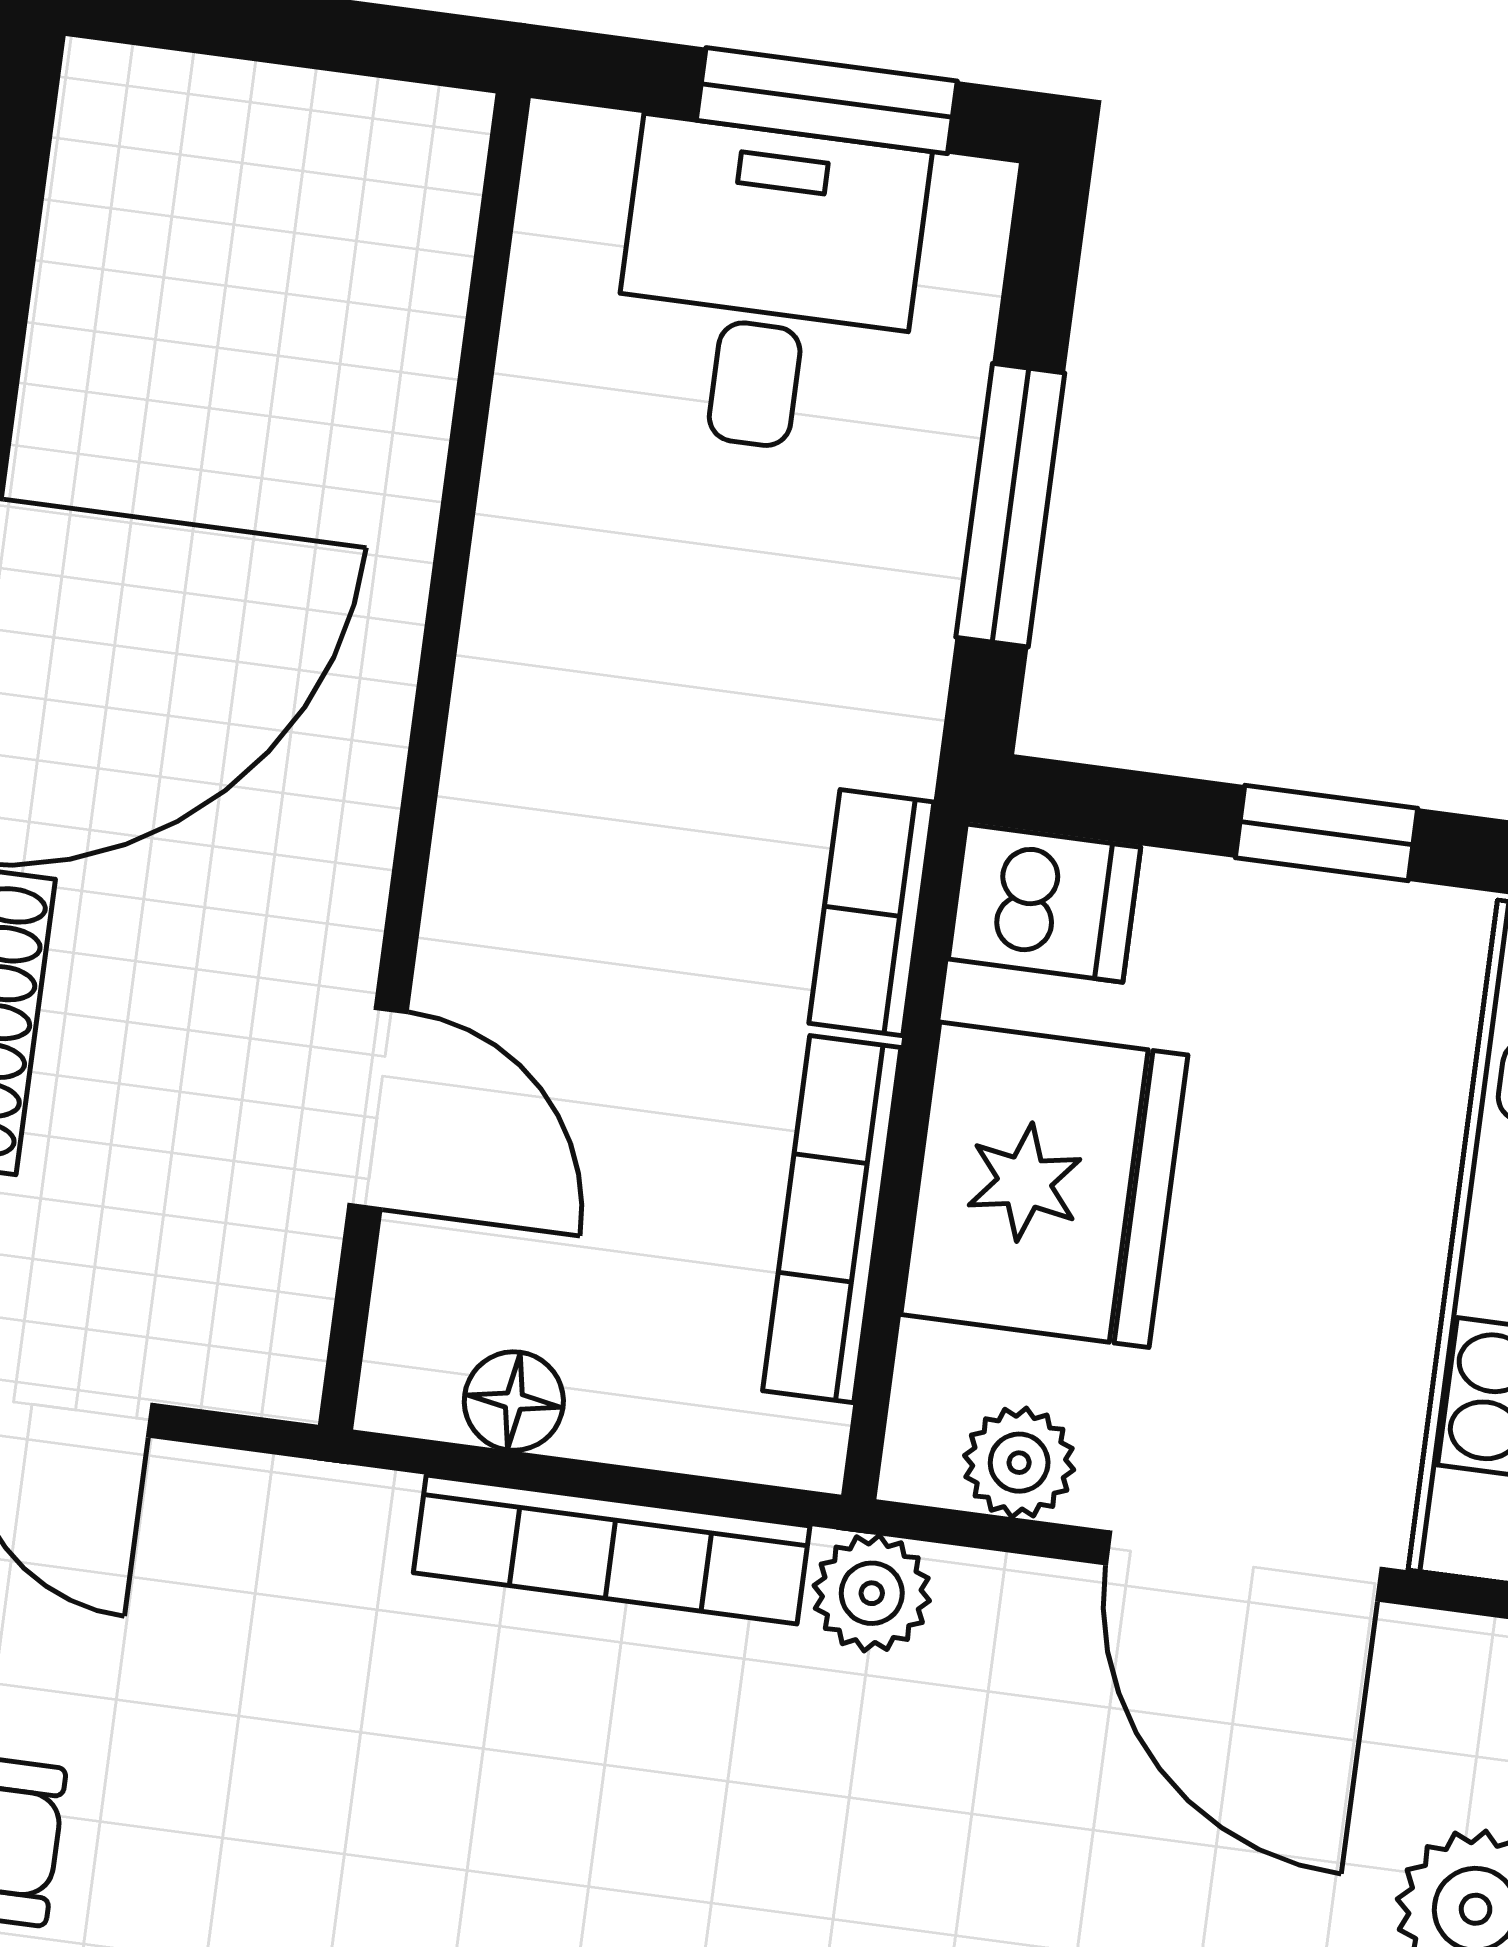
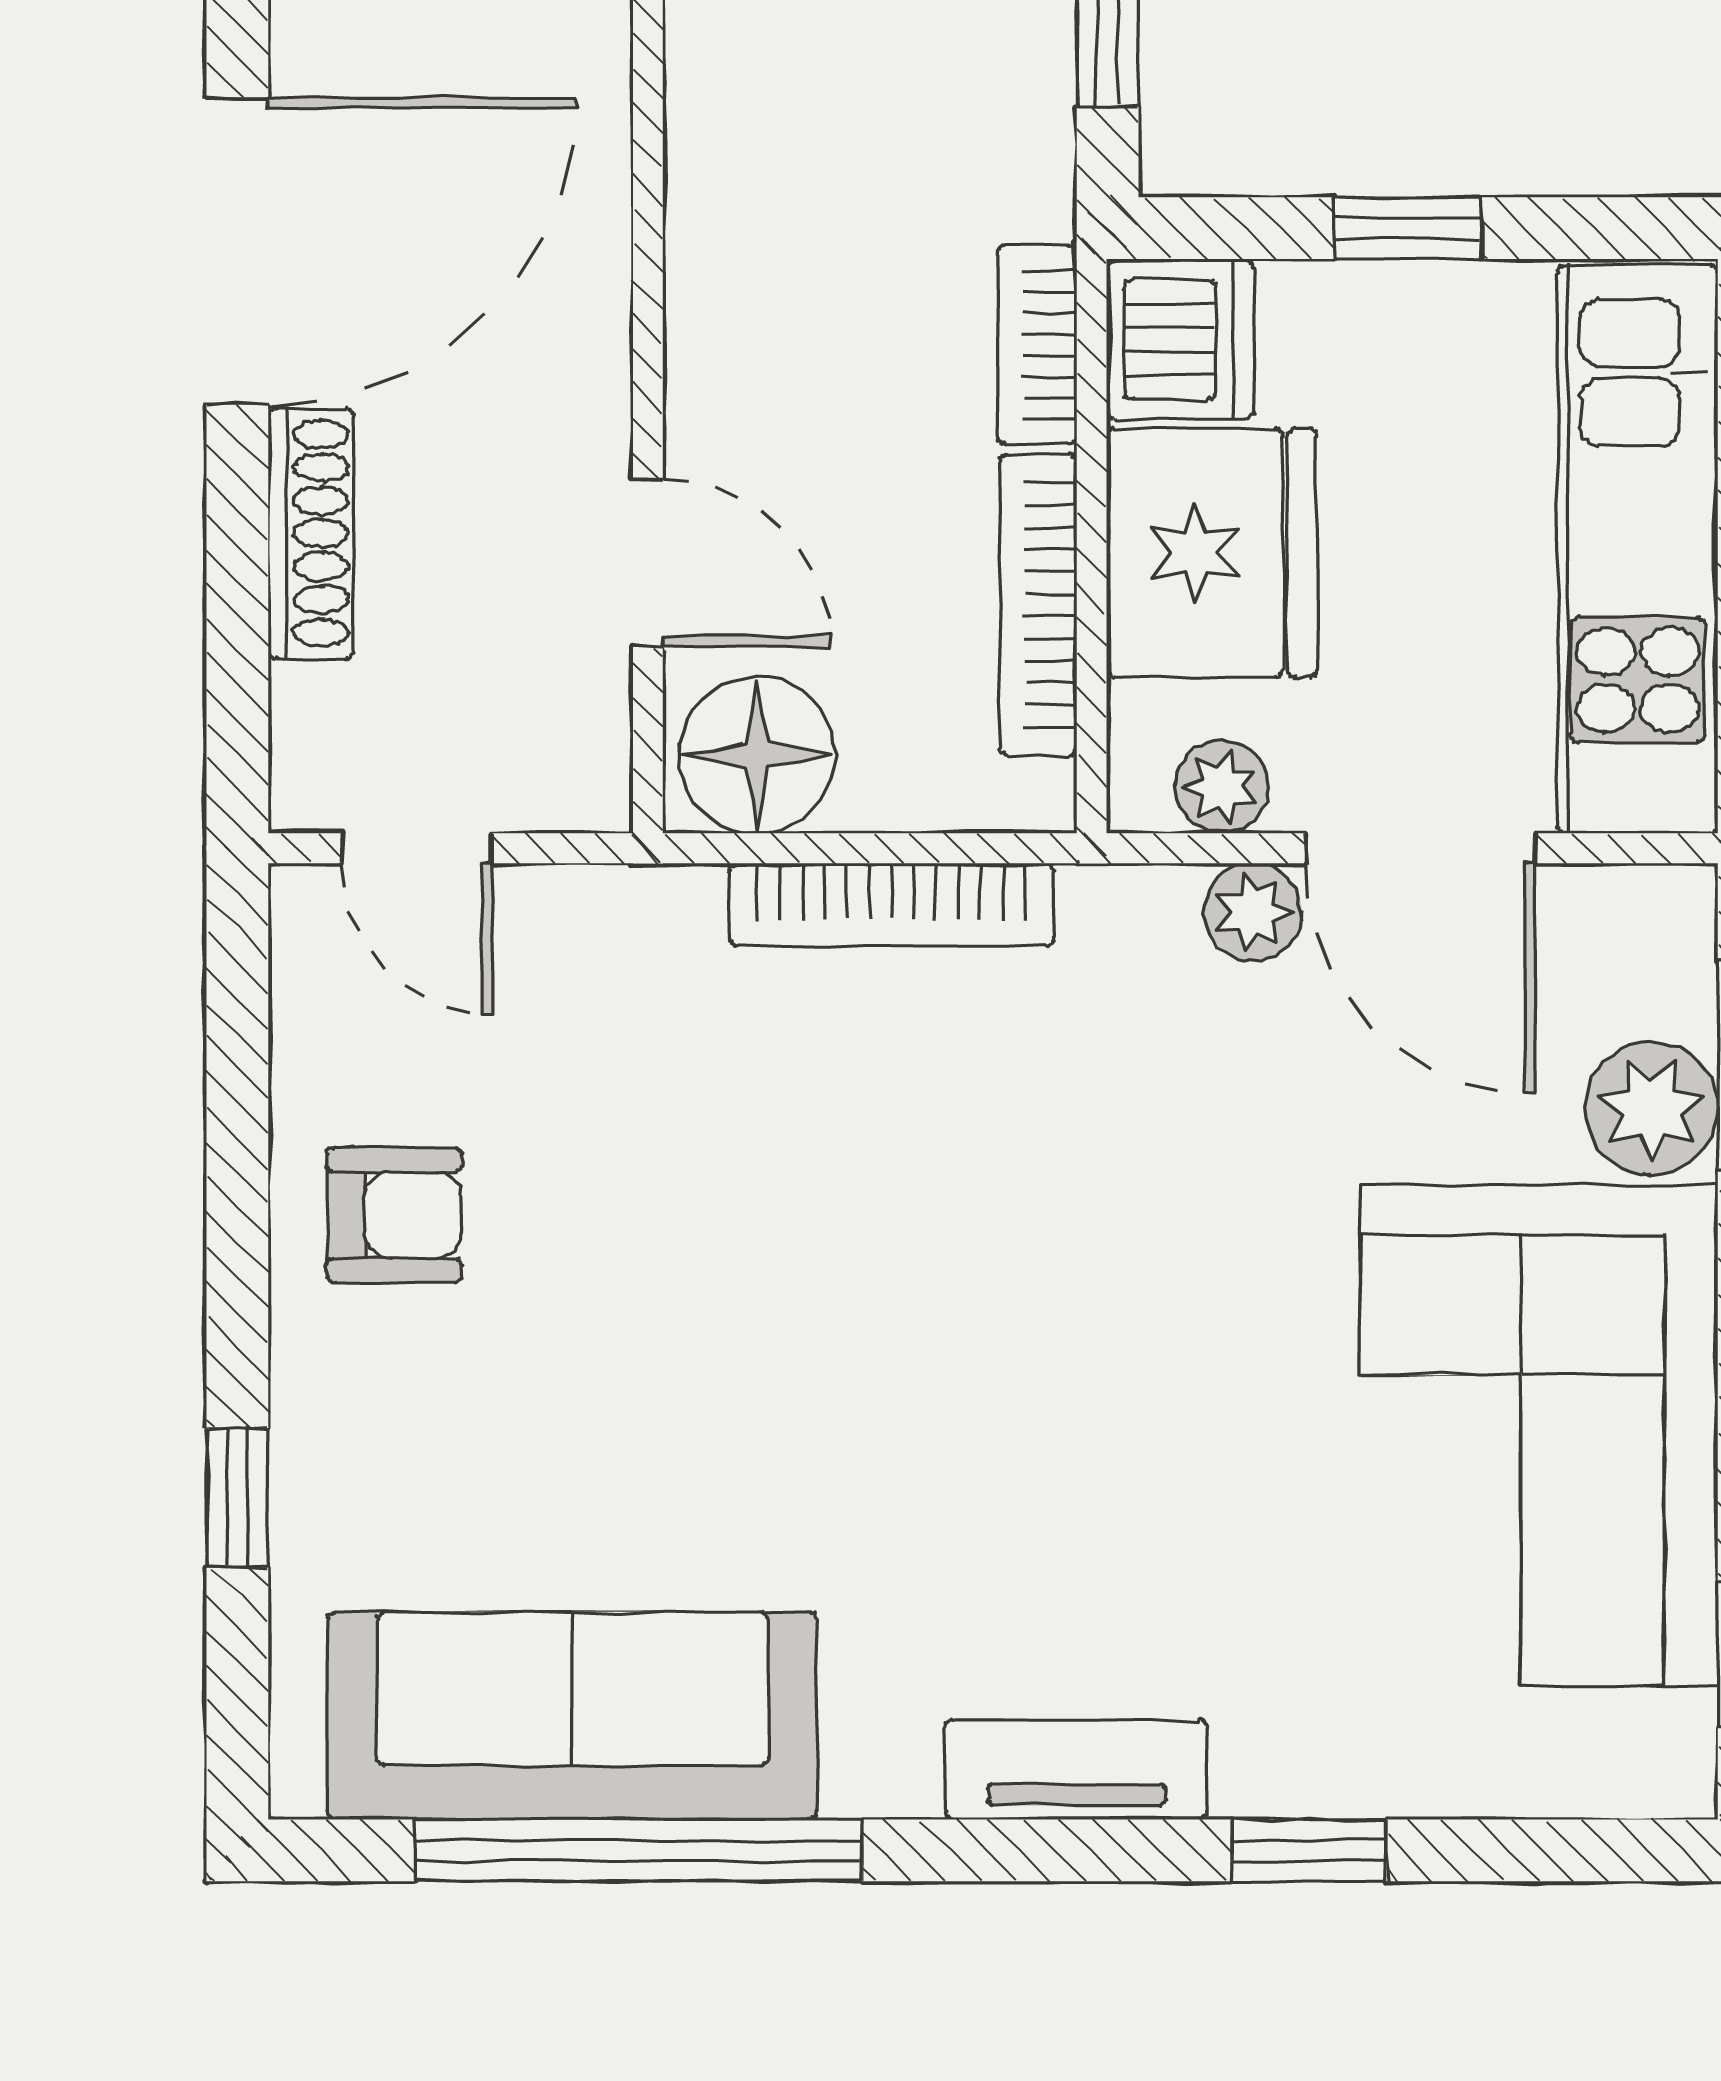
dishwasher: (1044, 903) -> (1180, 340), width x1.38
floor lamp: (514, 1401) -> (757, 755), width x1.89, depth x1.89
plant: (872, 1593) -> (1253, 912), moved

